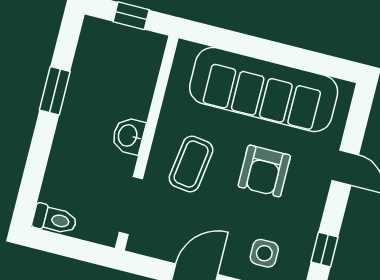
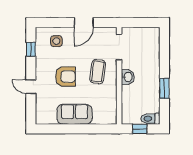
sofa: (264, 90) -> (75, 114), width x0.54, depth x0.79
armchair: (264, 171) -> (65, 77), turned 90
toilet: (55, 219) -> (150, 119), moved

